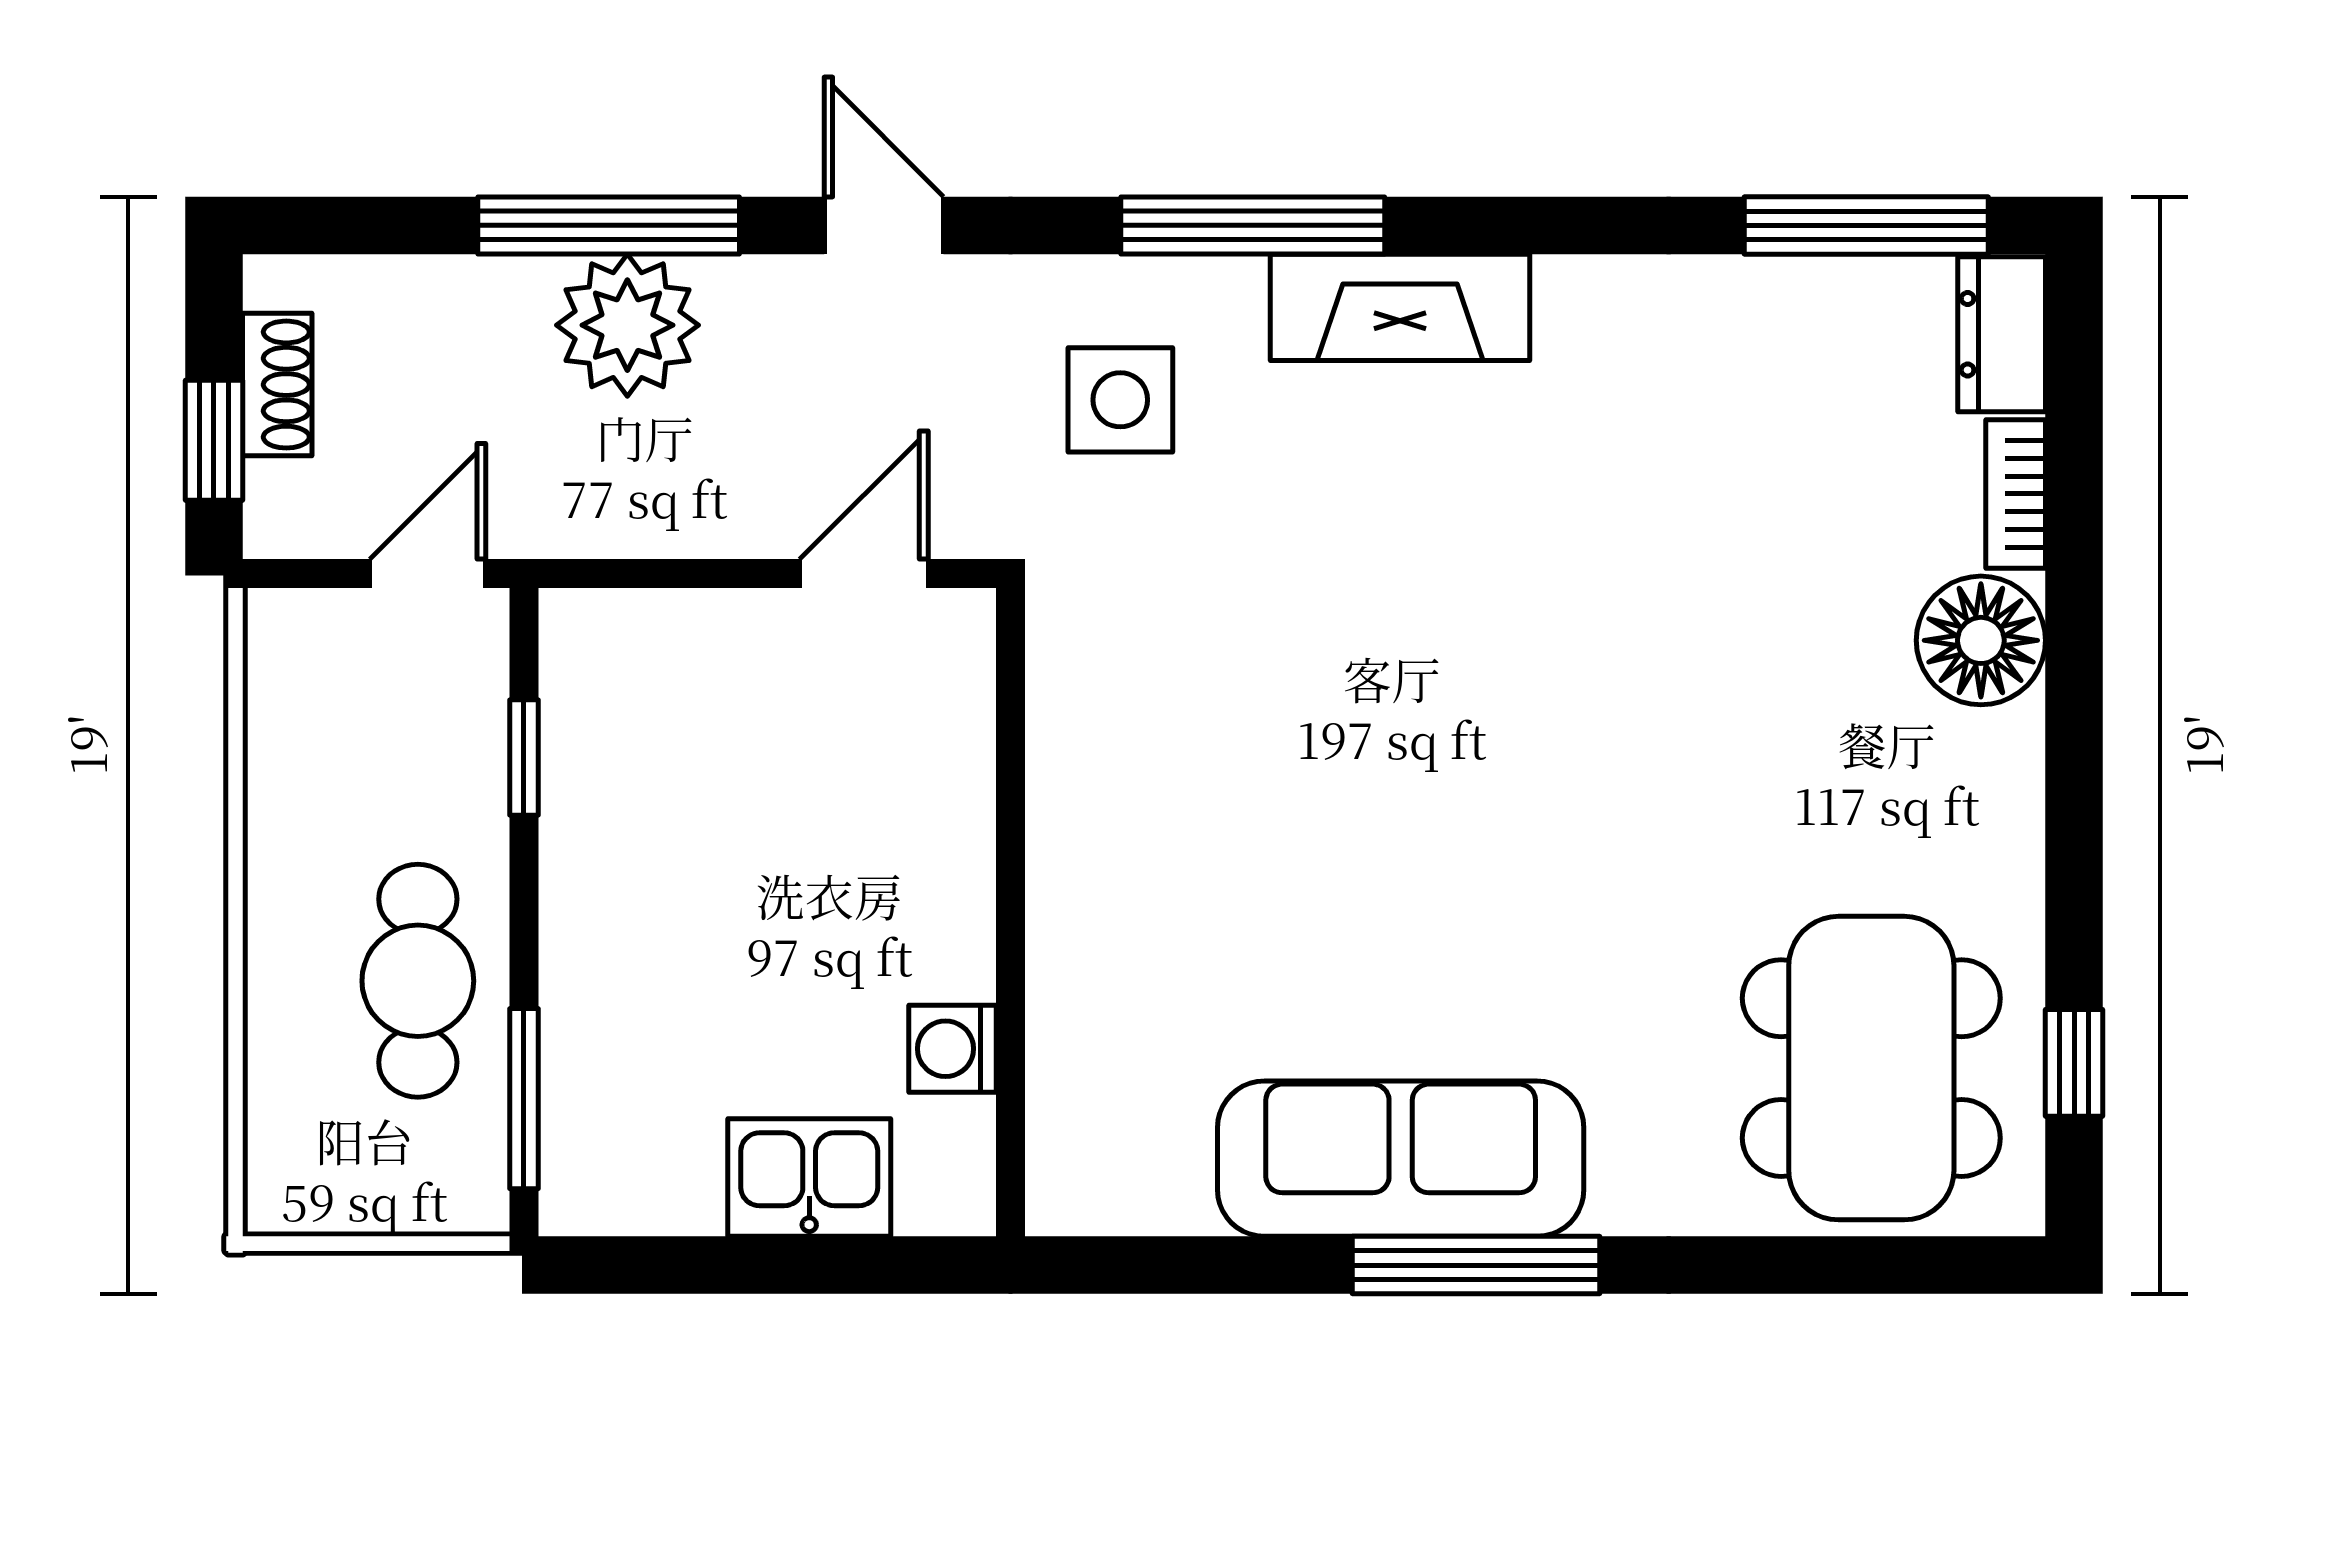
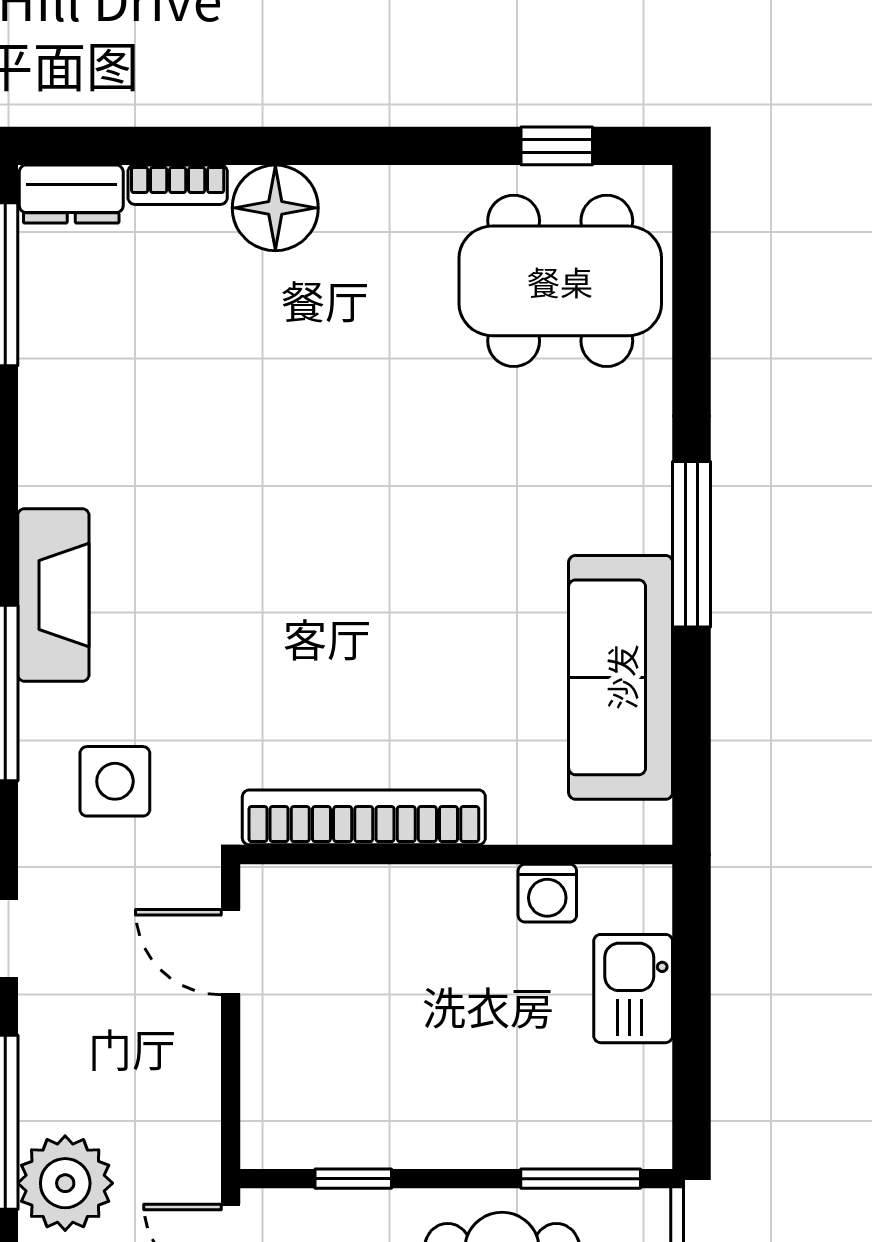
plant: (627, 325) -> (65, 1183), moved
bookcase: (1066, 773) -> (364, 817), added
sofa: (1401, 1159) -> (621, 677), moved

